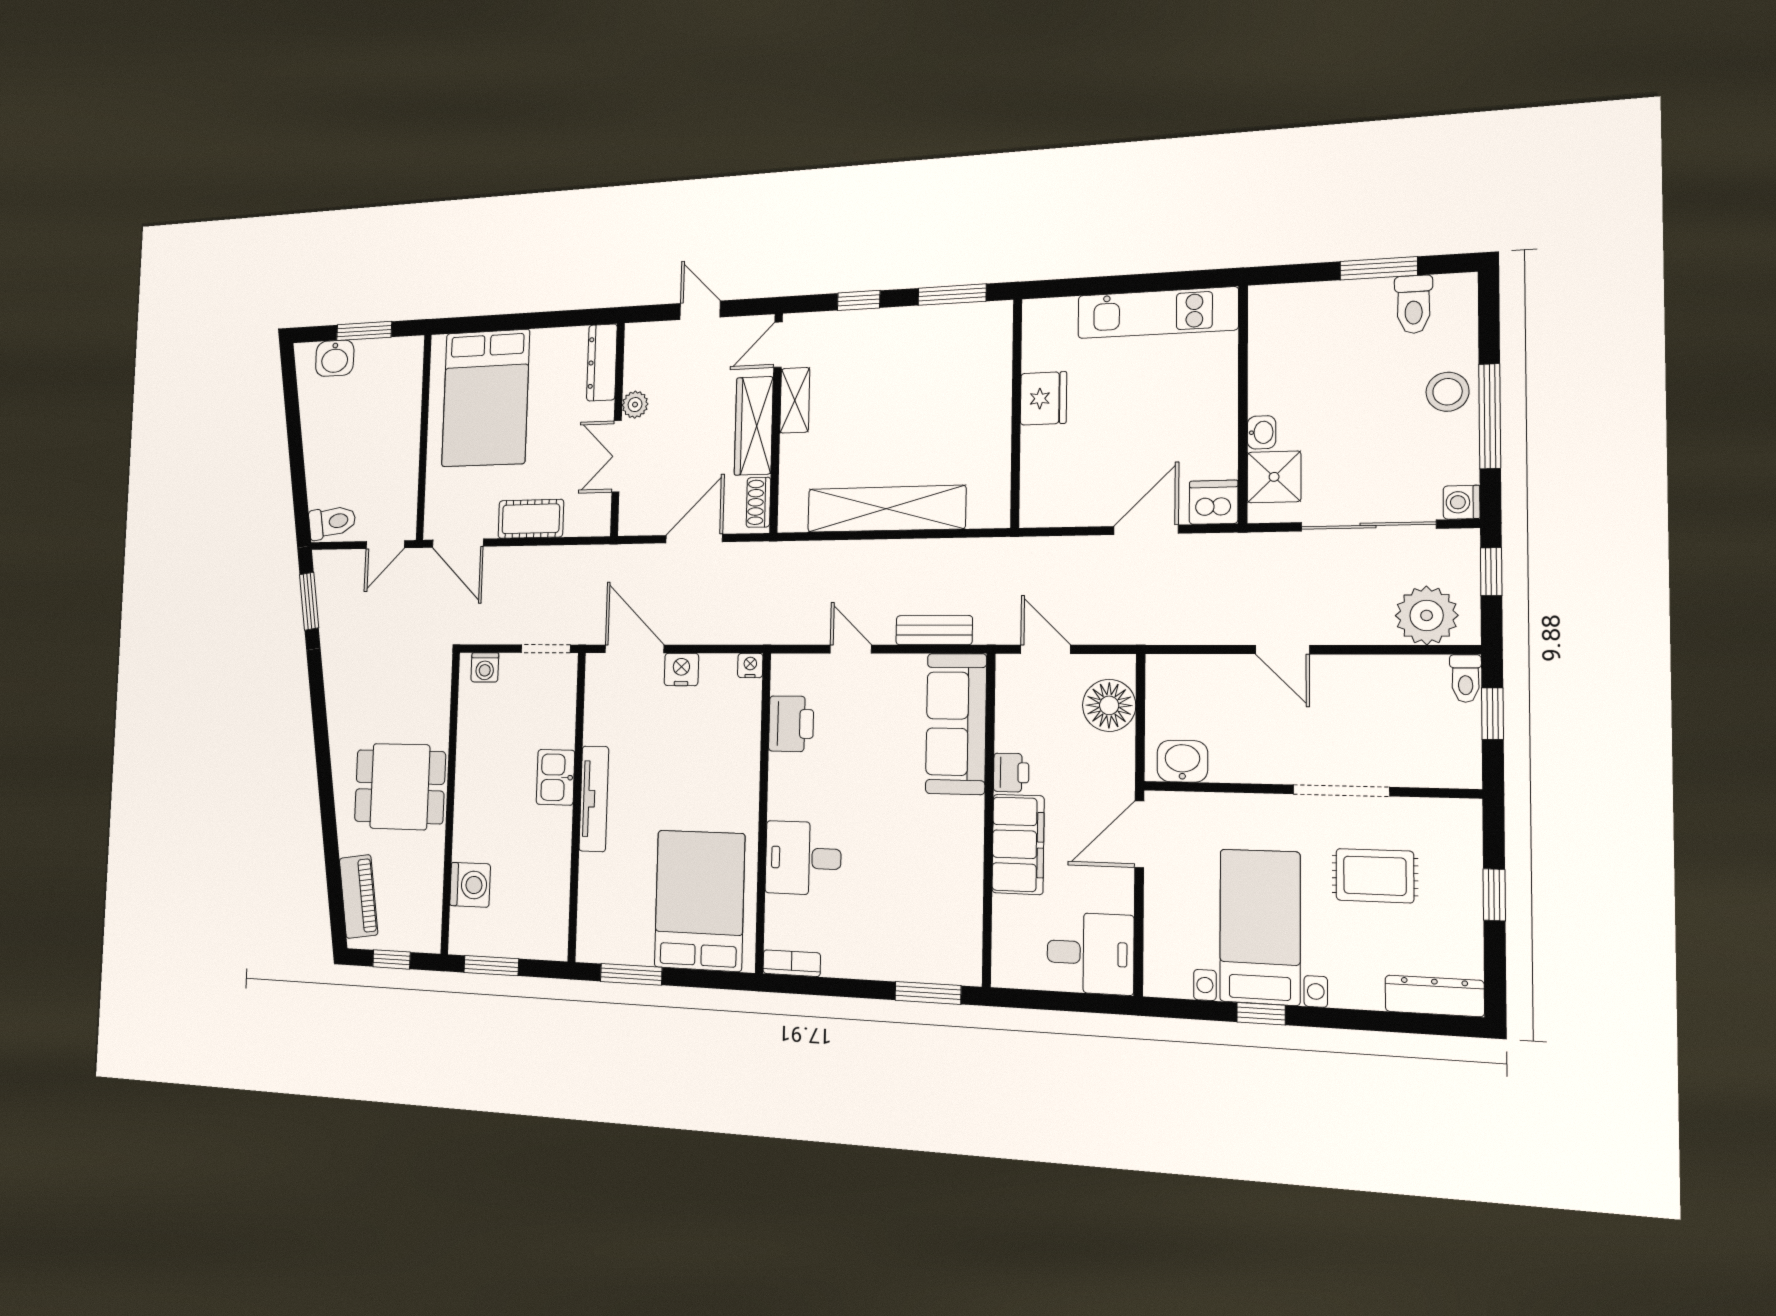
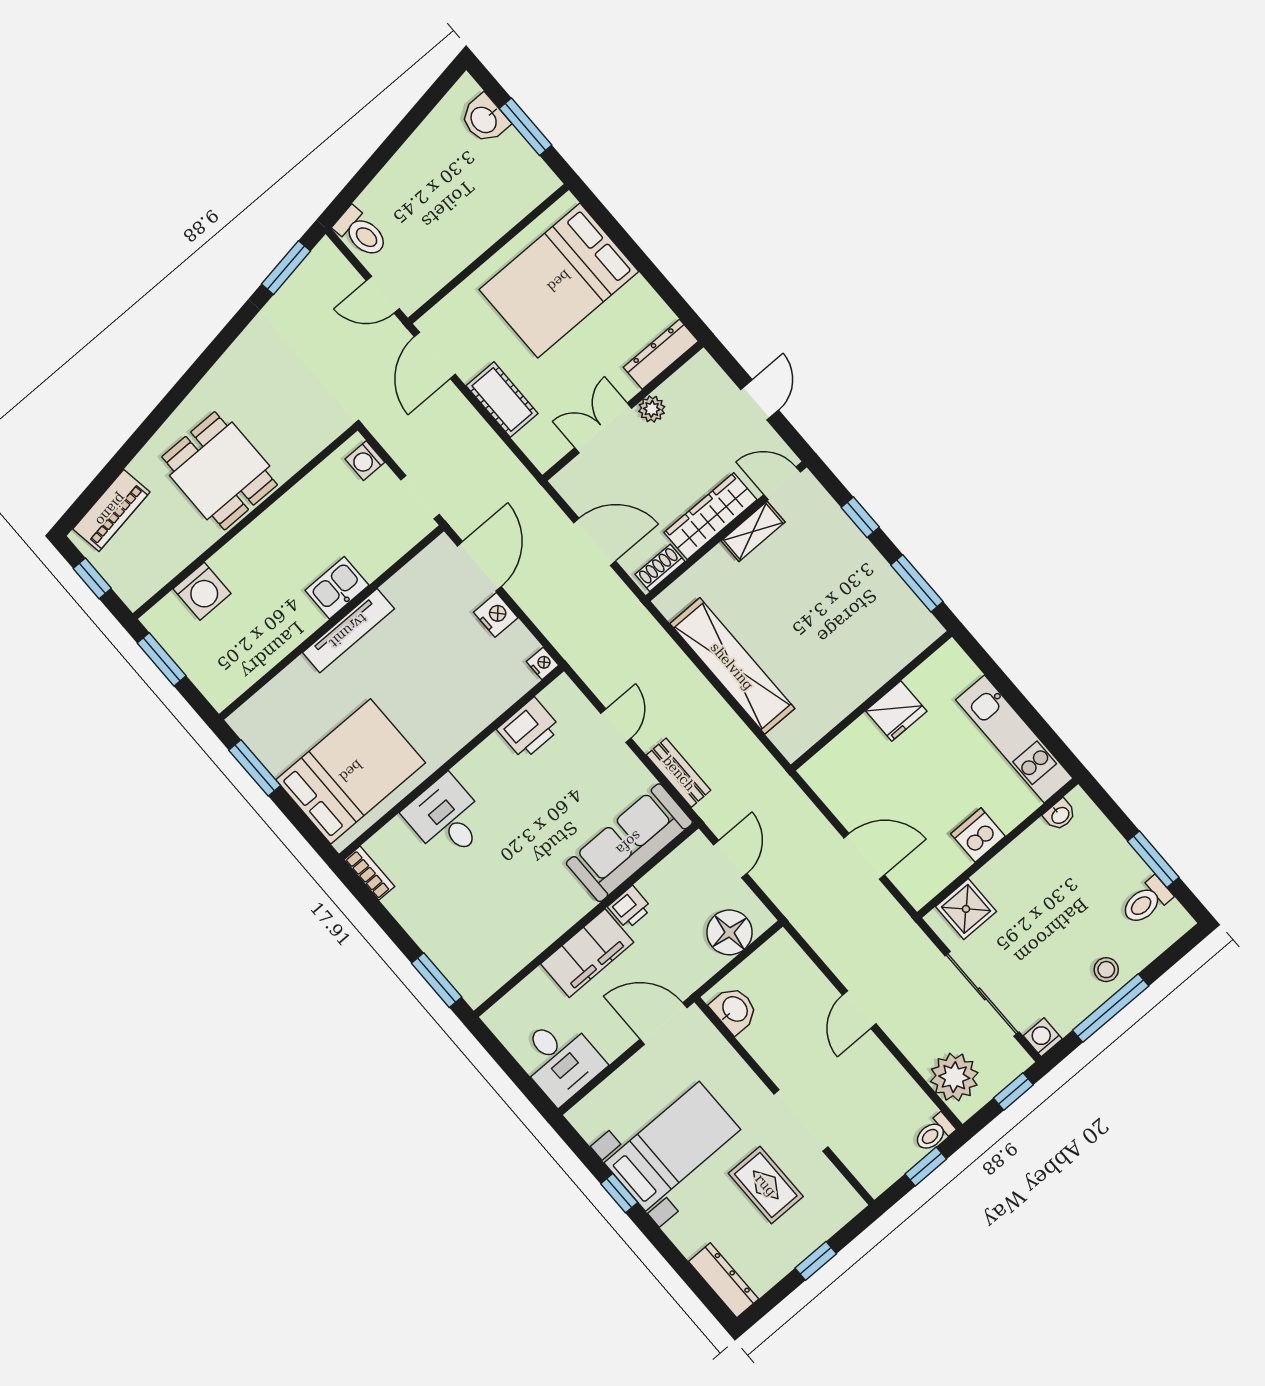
stool: (1448, 392) -> (1106, 970), width x0.73, depth x0.73
washbasin: (1262, 432) -> (1060, 815), moved
dishwasher: (1214, 502) -> (978, 835), moved, turned -90

